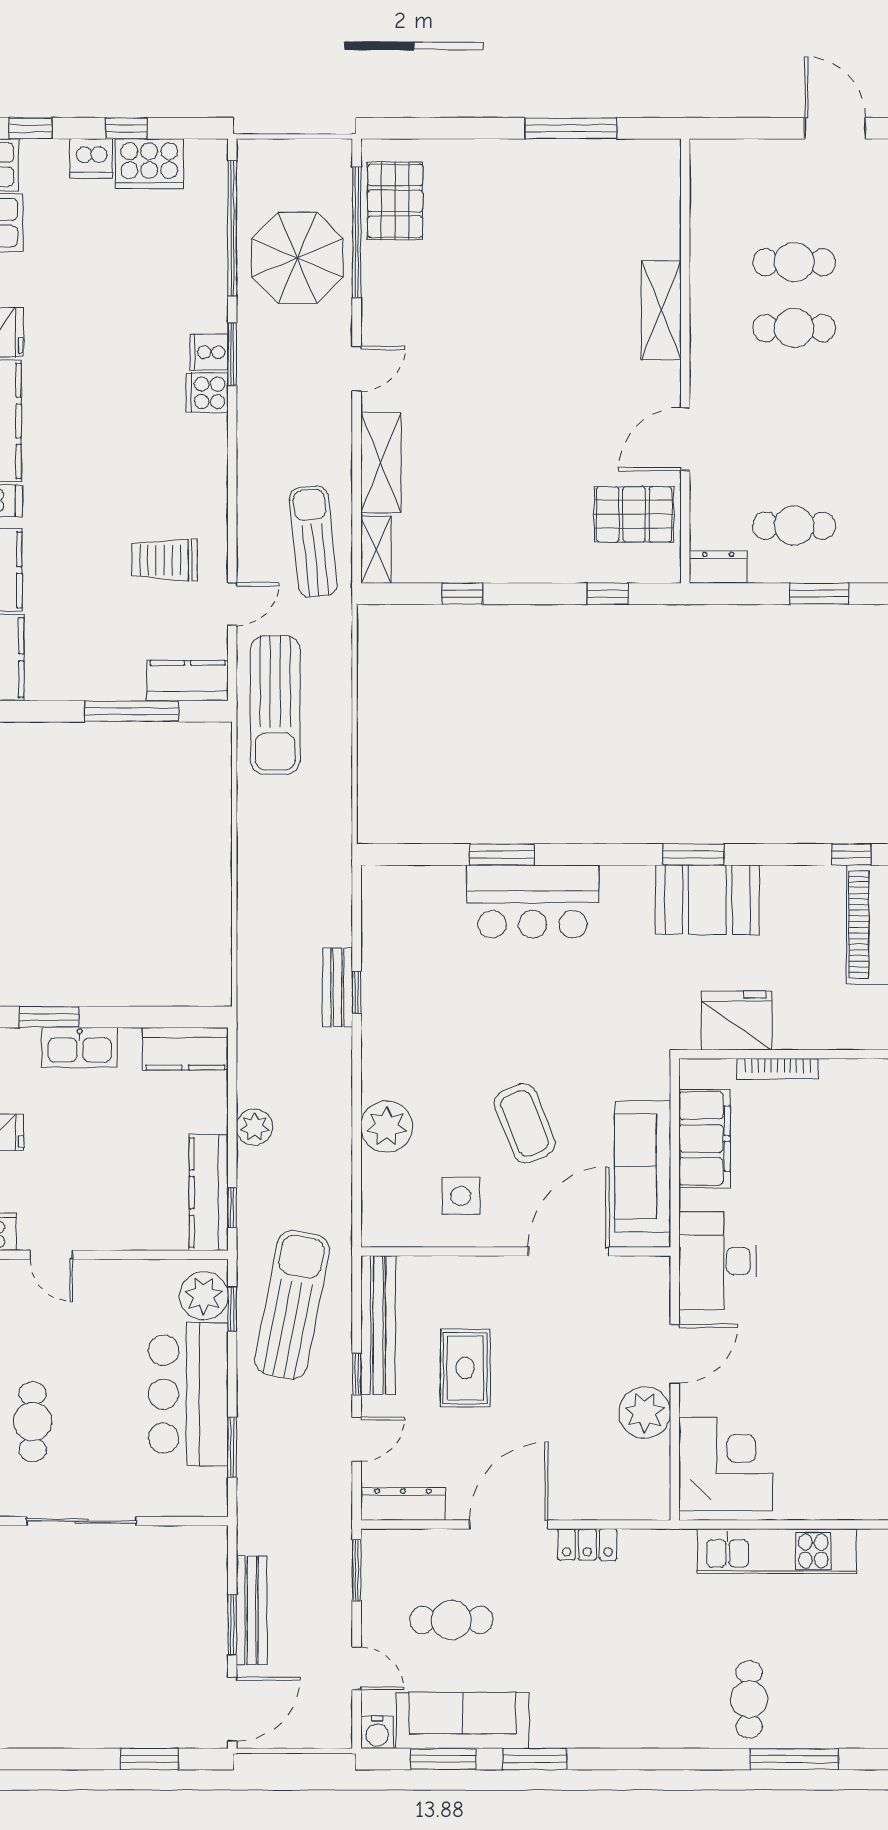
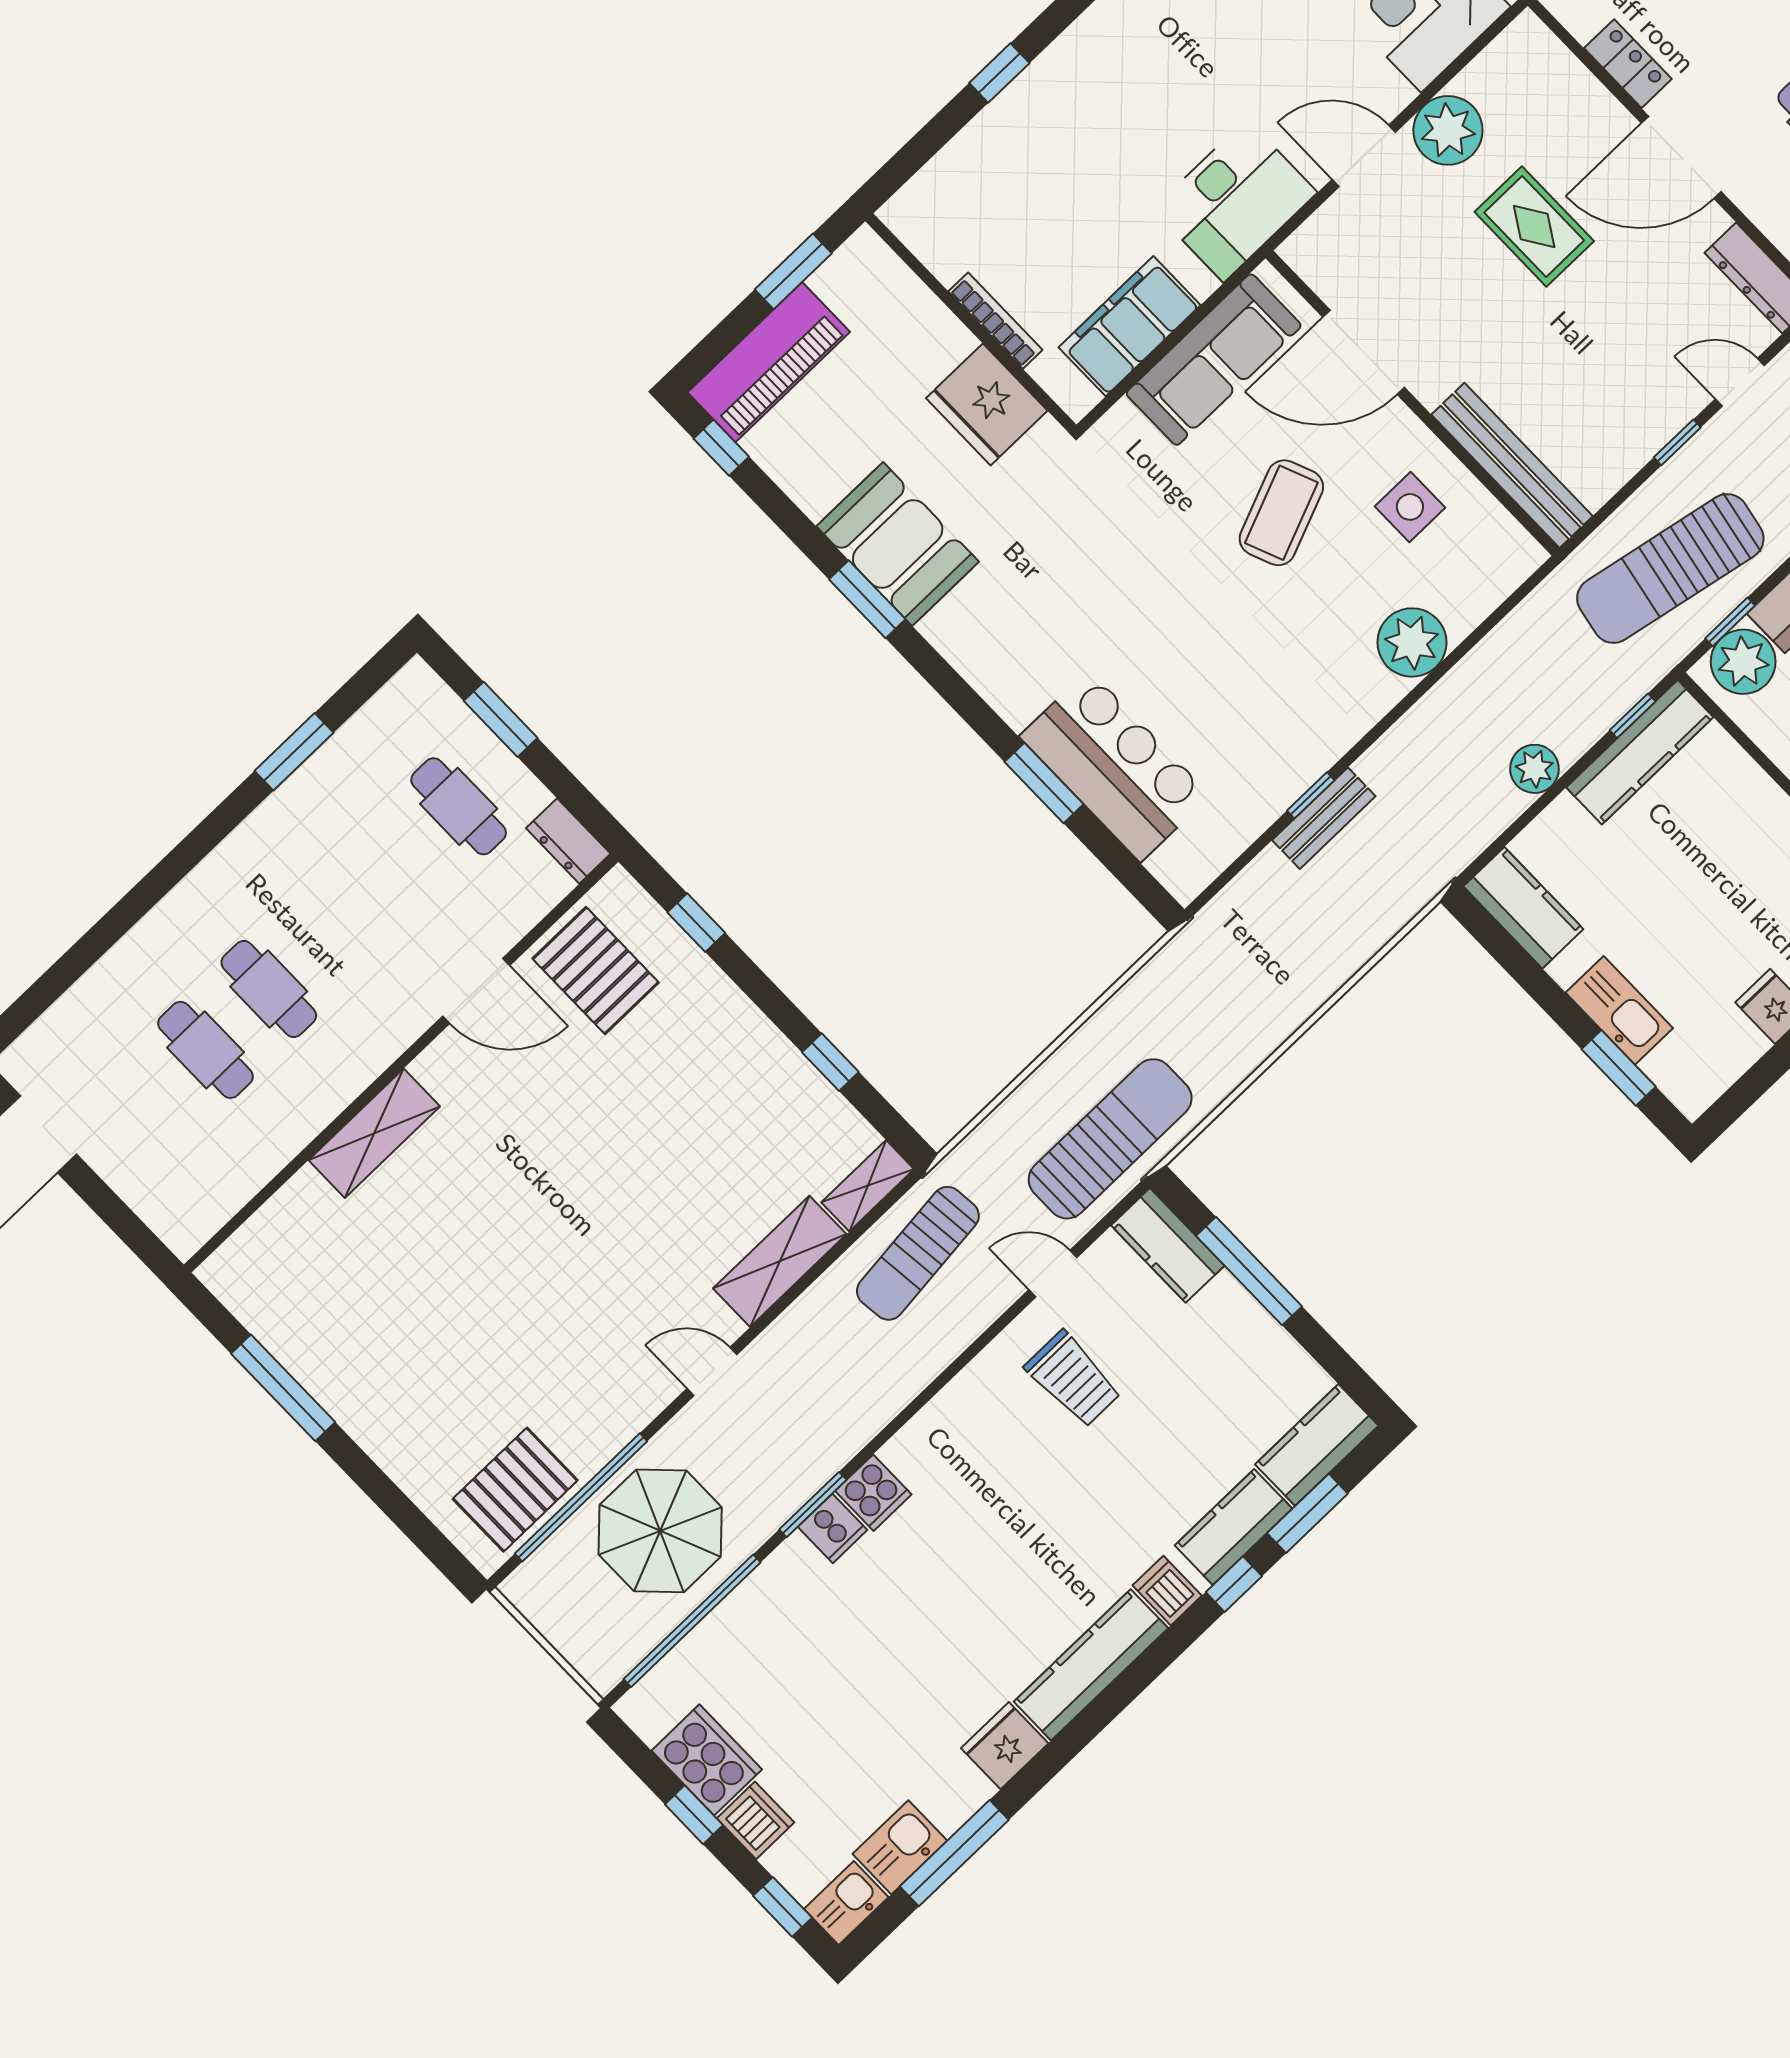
bar counter: (533, 901) -> (1115, 766), moved
bench: (378, 1325) -> (1512, 465), moved, turned 90
rug: (465, 1368) -> (1534, 227), moved, turned 90

